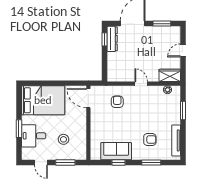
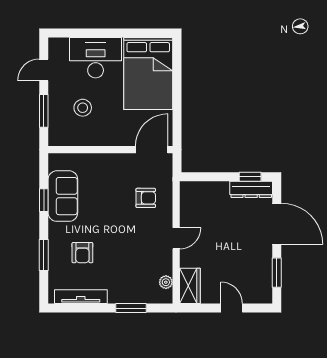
window: (19, 129) -> (101, 33), removed
desk: (34, 136) -> (96, 58), width x1.37

